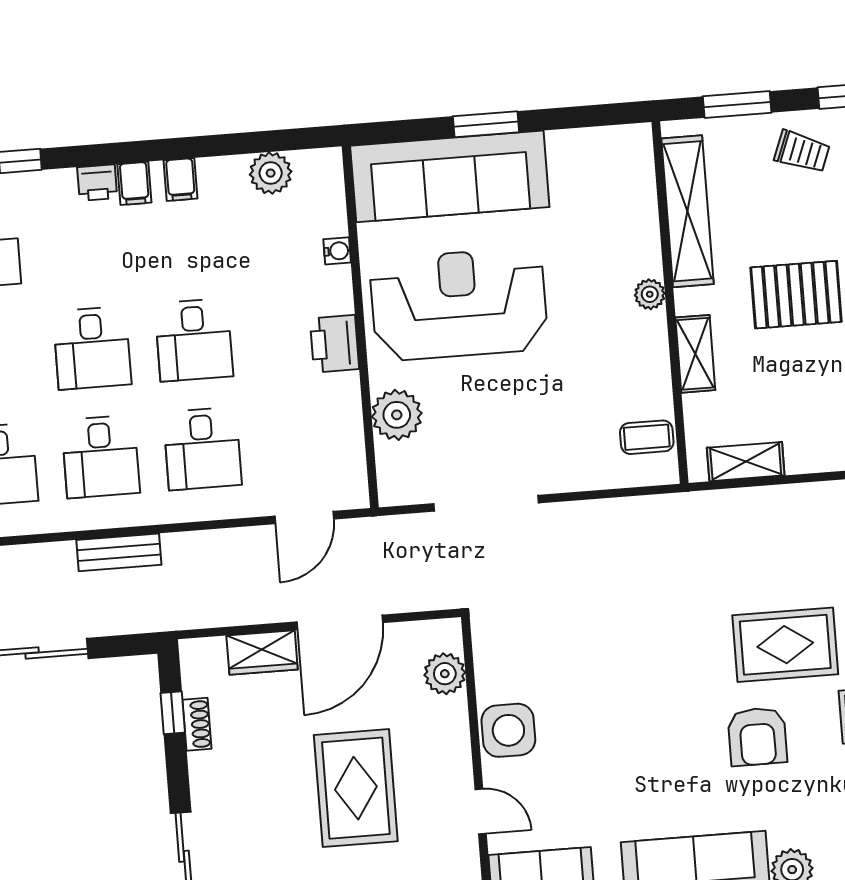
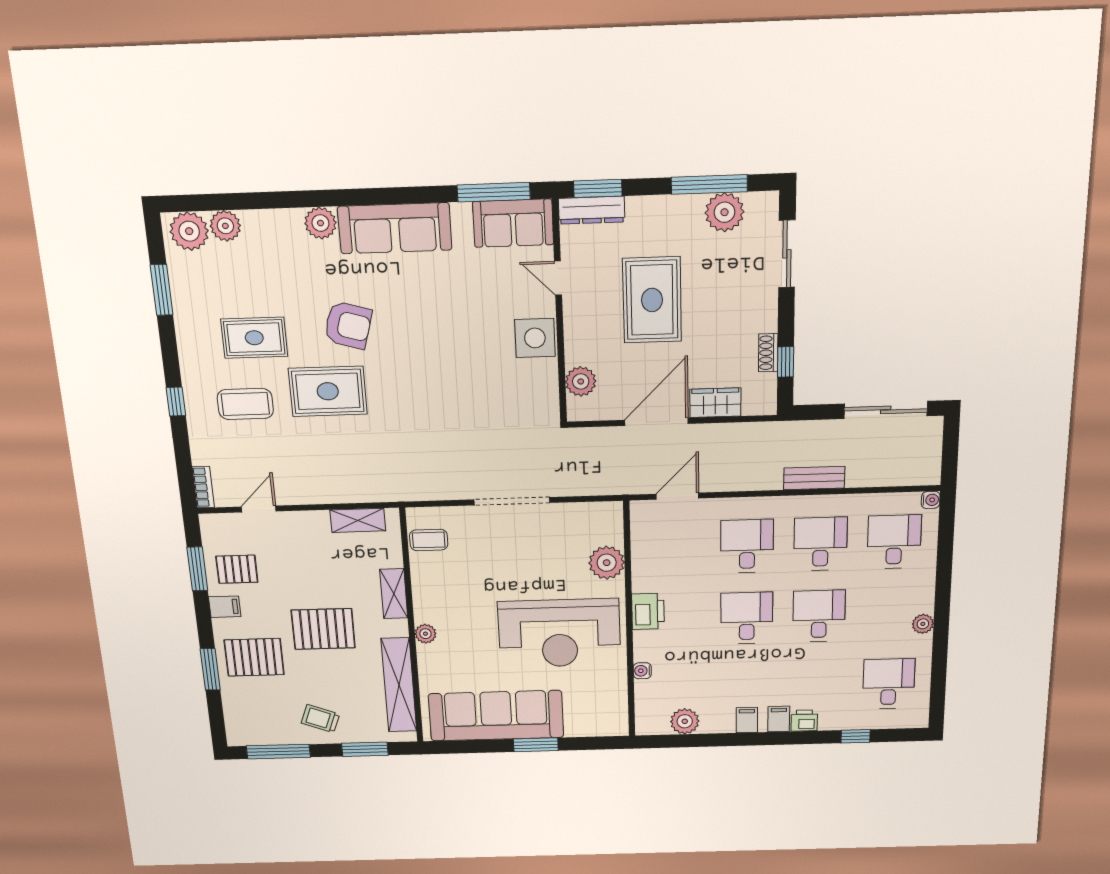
sofa: (450, 176) -> (496, 716), moved
doorway: (486, 503) -> (512, 501), moved
armchair: (757, 737) -> (348, 325), turned 106

